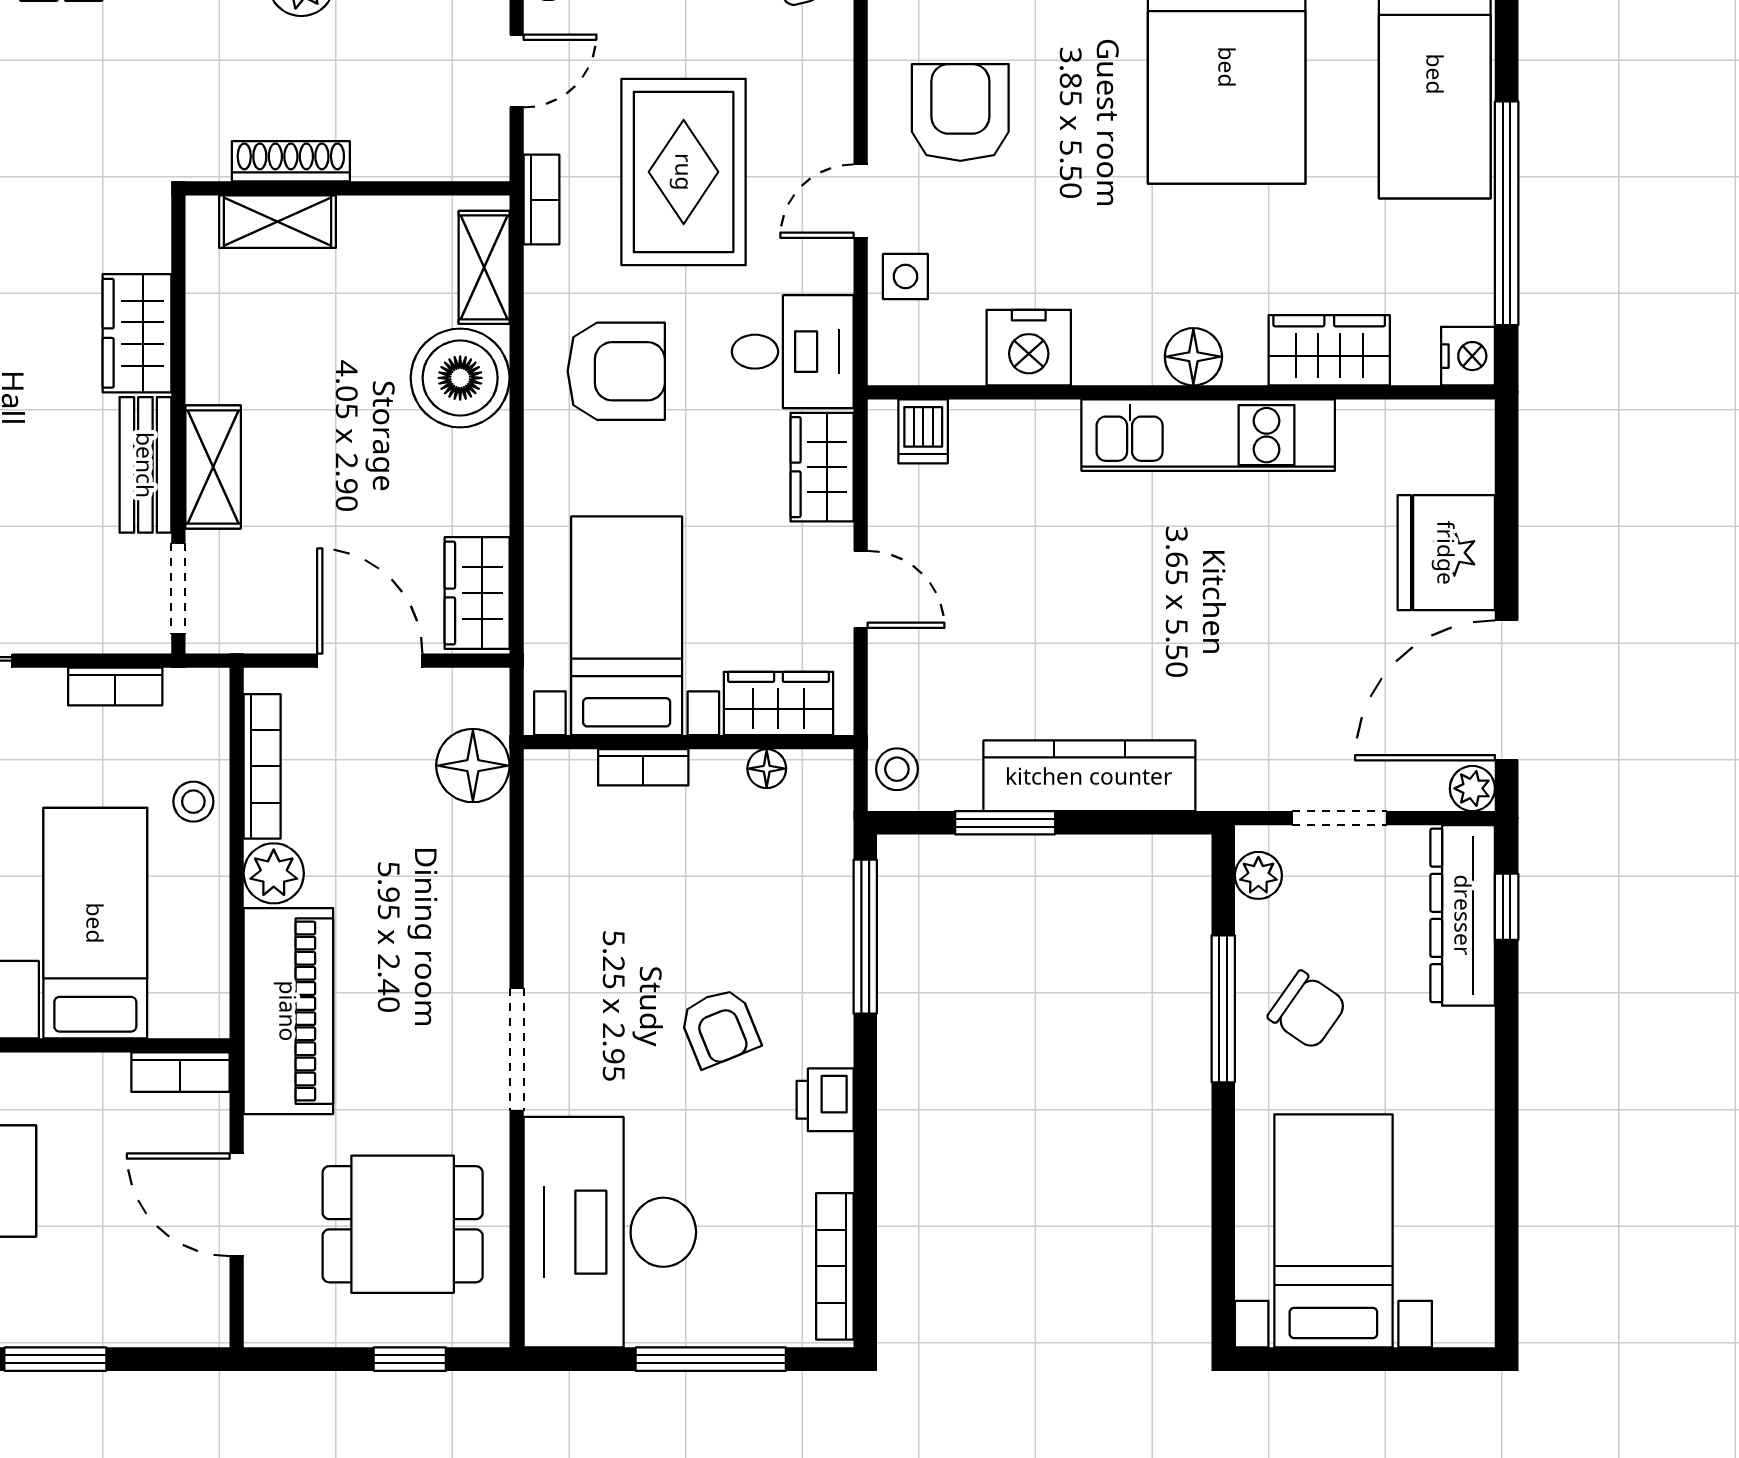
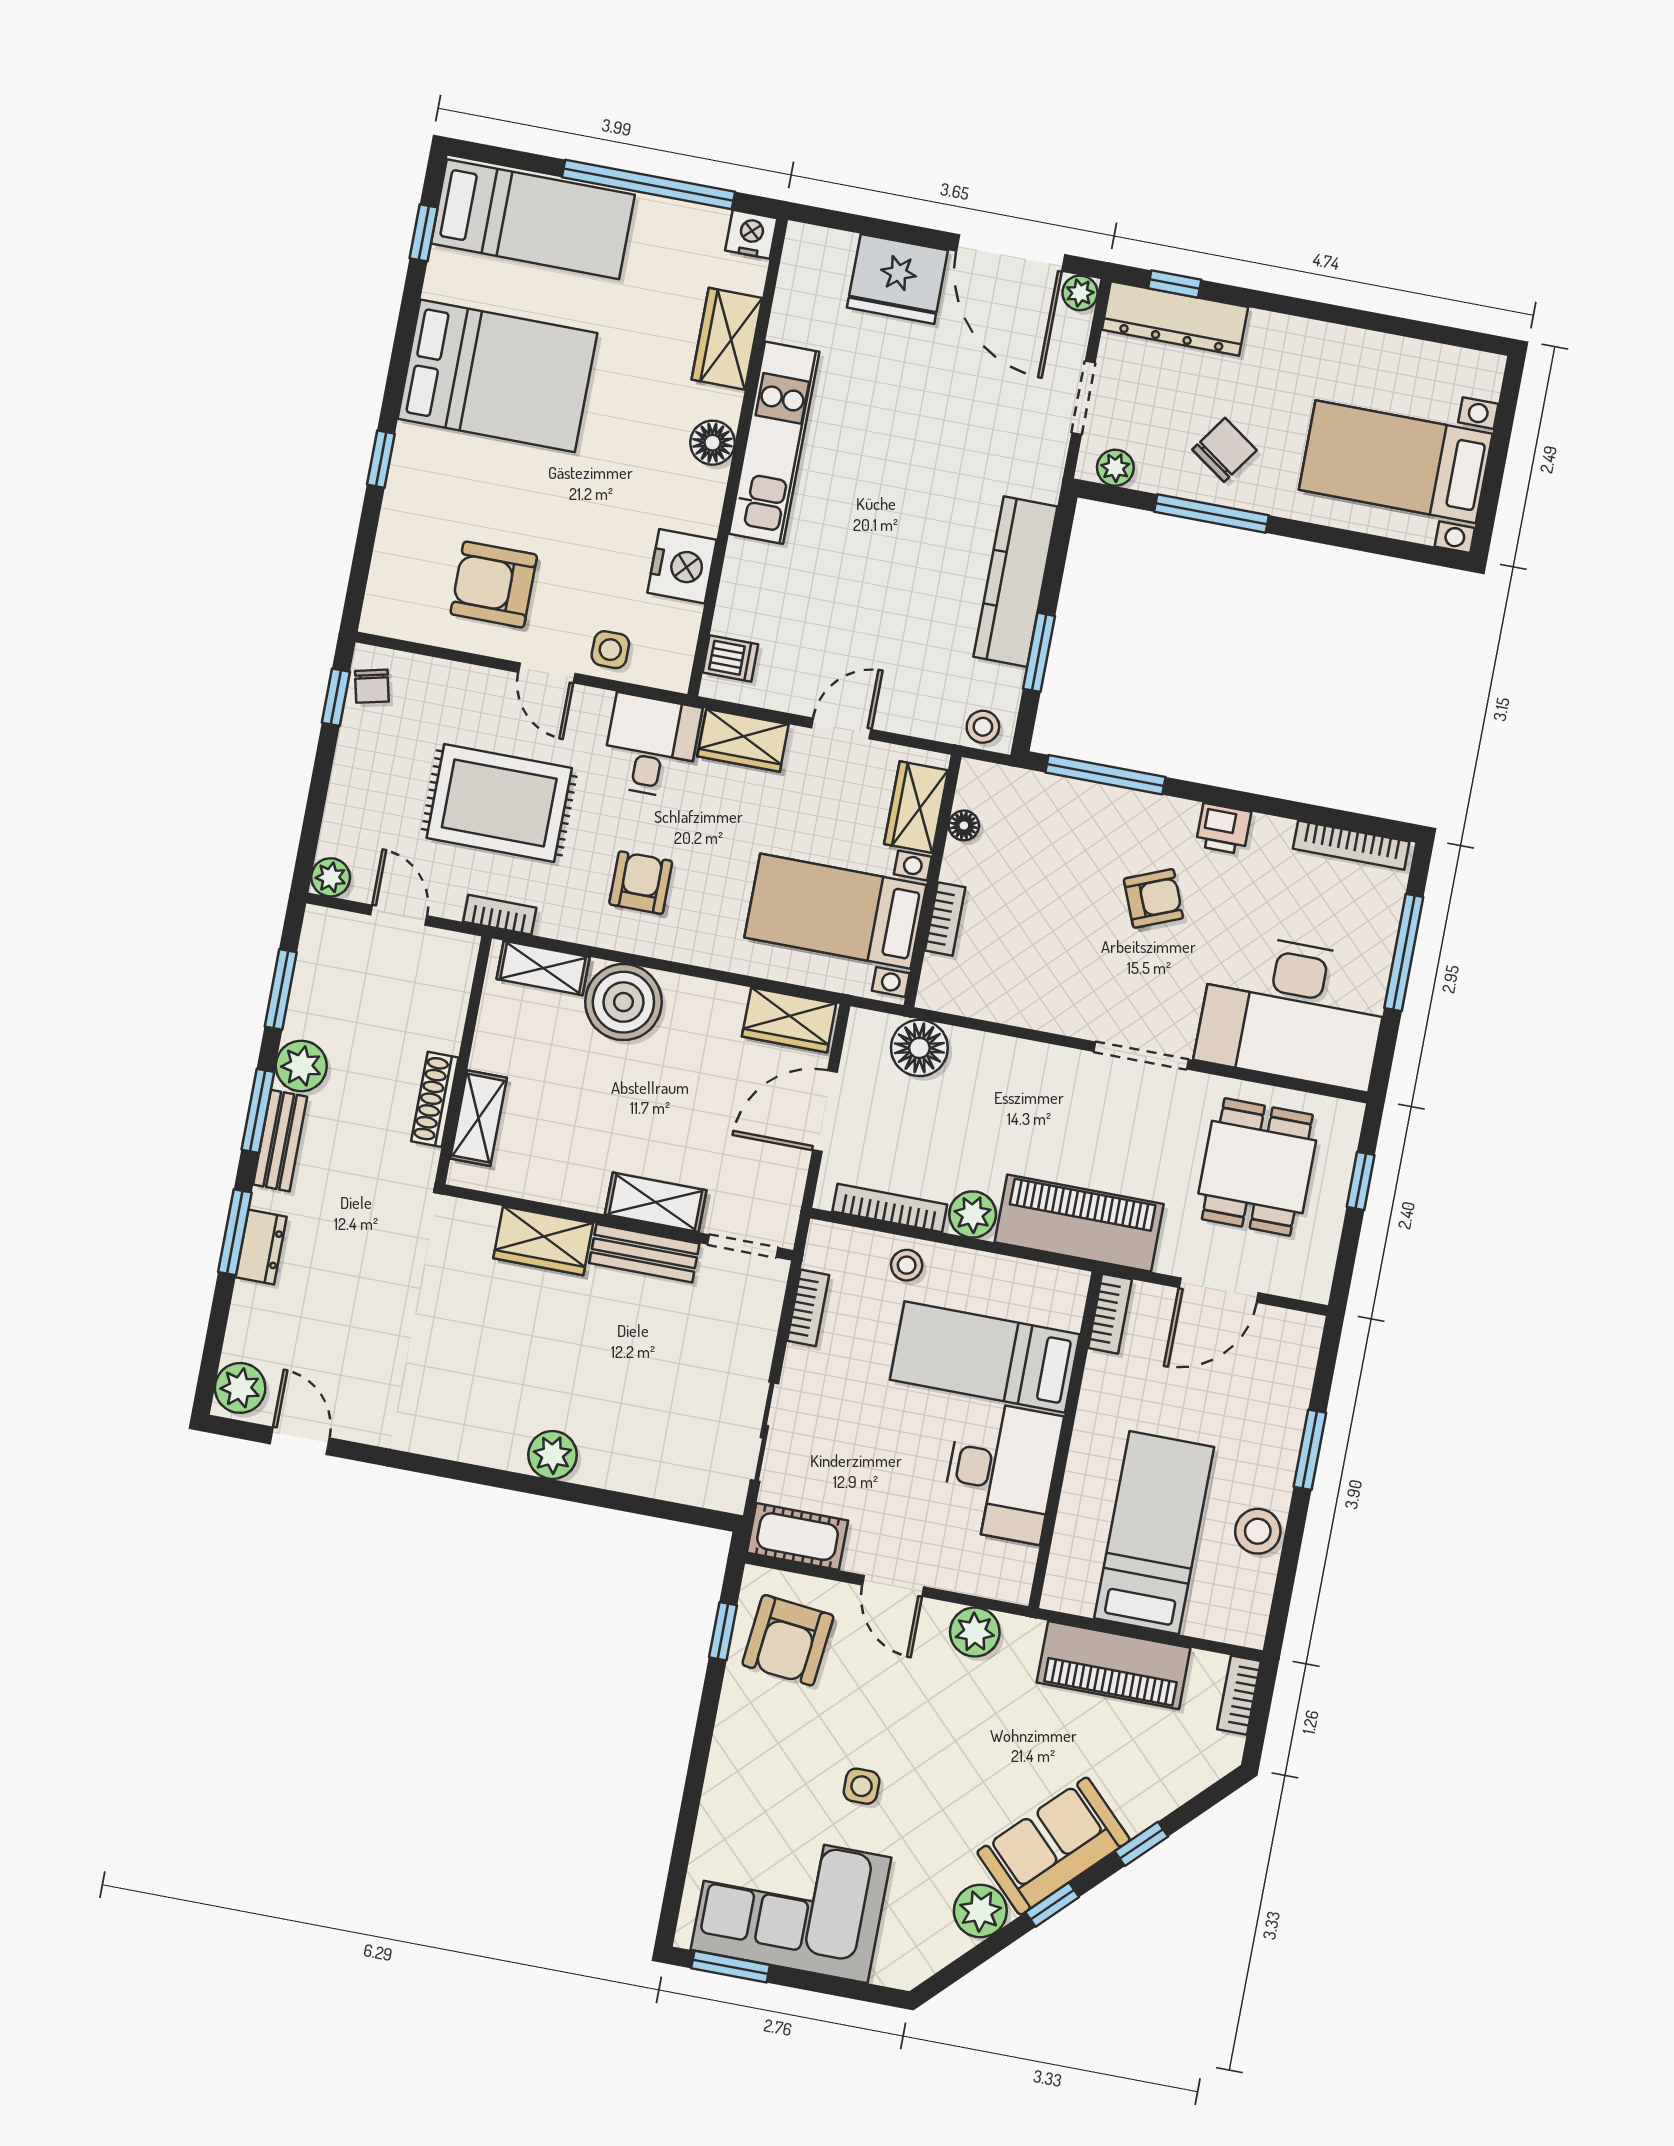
armchair: (616, 371) -> (641, 883), width x0.72, depth x0.72

